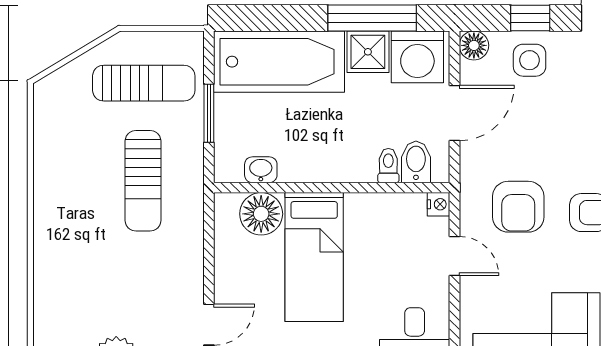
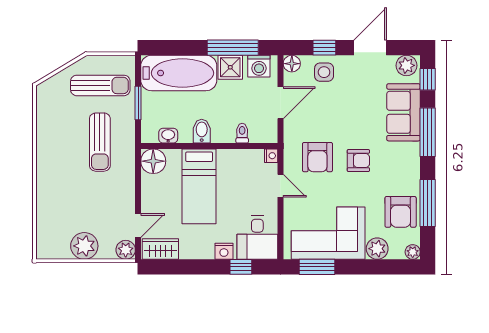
washing machine: (417, 57) -> (259, 66), width x0.73, depth x0.73
bidet: (416, 162) -> (202, 131), moved
floor lamp: (261, 214) -> (153, 161), moved

